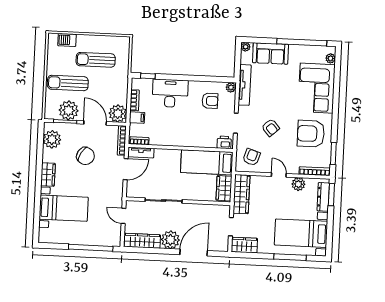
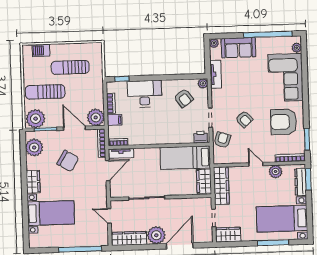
tv unit: (245, 85) -> (216, 74), width x0.71
armchair: (210, 101) -> (184, 98), turned 55
plant: (69, 110) -> (36, 119), moved
armchair: (251, 157) -> (222, 140), moved

